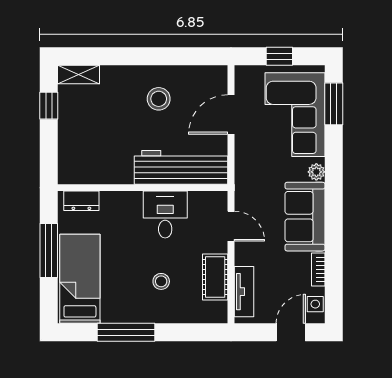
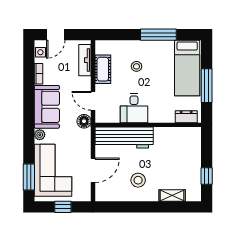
shelving: (78, 74) -> (172, 195), moved
floor lamp: (245, 193) -> (84, 121), added

